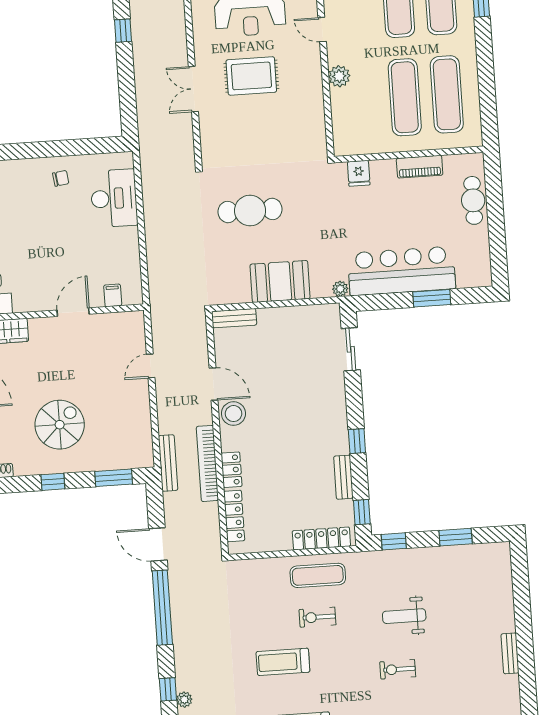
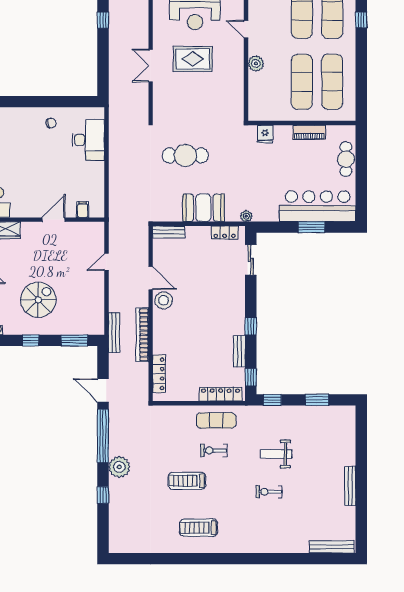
bar counter: (402, 271) -> (318, 206), moved
locker: (232, 470) -> (225, 233), moved, turned 90
bench: (510, 653) -> (350, 486), width x1.36
plant: (184, 700) -> (119, 467), moved, width x1.87, depth x1.87

